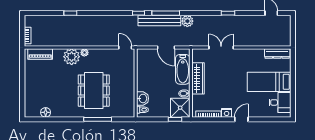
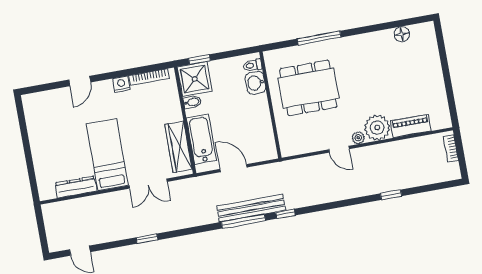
plant: (187, 21) -> (208, 215), removed
door: (125, 48) -> (339, 149), moved
piano: (40, 54) -> (411, 126), moved
dresser: (277, 54) -> (76, 187), moved
wardrobe: (198, 78) -> (178, 147), moved
bed: (269, 82) -> (107, 155), moved, turned -90
dining table: (94, 91) -> (308, 88), moved, turned 90
desk: (280, 102) -> (42, 115), removed
door: (241, 119) -> (80, 81), moved

